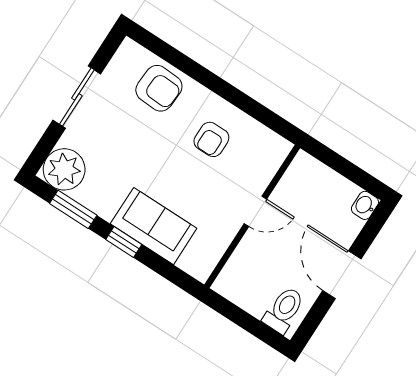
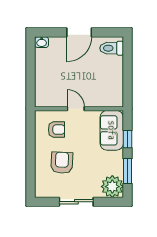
armchair: (159, 88) -> (62, 163), moved
door: (255, 211) -> (76, 109), moved
wall: (252, 216) -> (79, 109), moved

